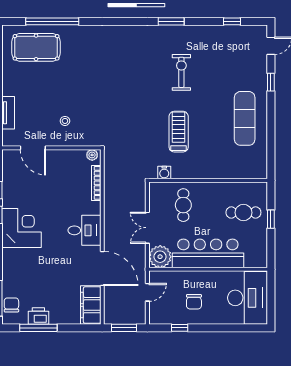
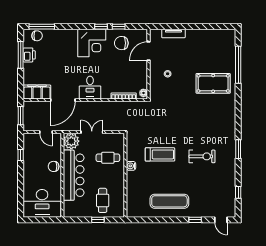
pool table: (36, 47) -> (213, 83), moved, turned 90
water cooler: (164, 172) -> (131, 166), moved
chair: (22, 186) -> (121, 43), added
chair: (194, 302) -> (54, 166), moved

